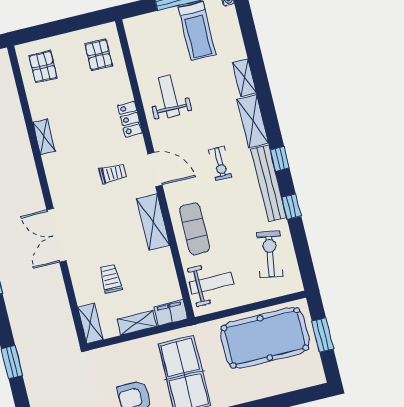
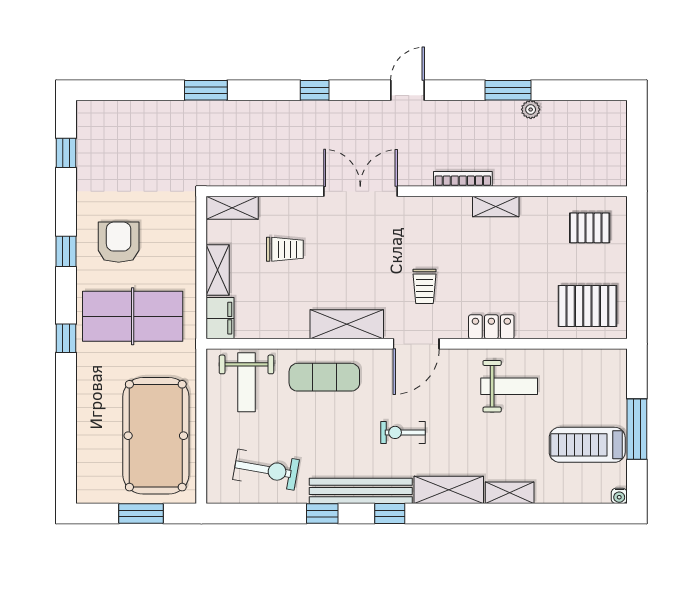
pallet: (99, 55) -> (587, 306), width x1.50, depth x1.42
bookcase: (30, 165) -> (463, 179), added

